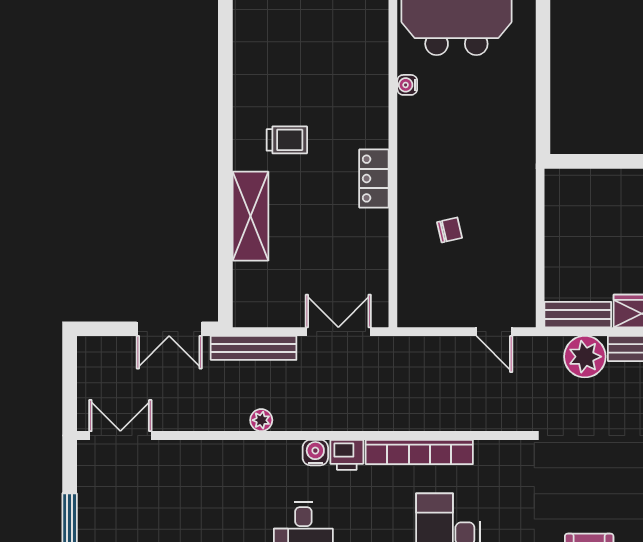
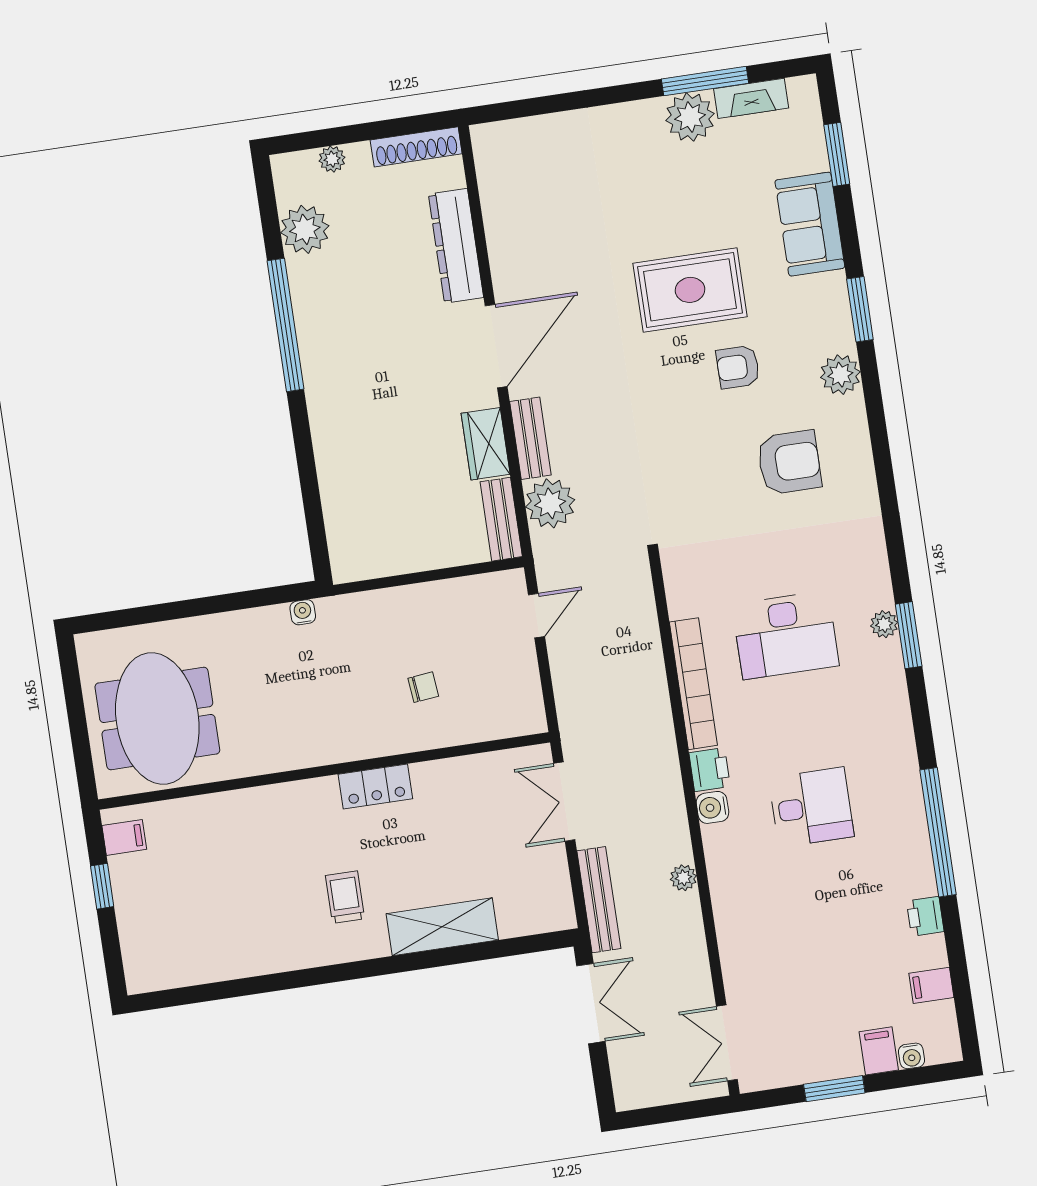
water cooler: (407, 85) -> (303, 612), moved, turned 180
chair: (450, 230) -> (423, 687), turned 97

